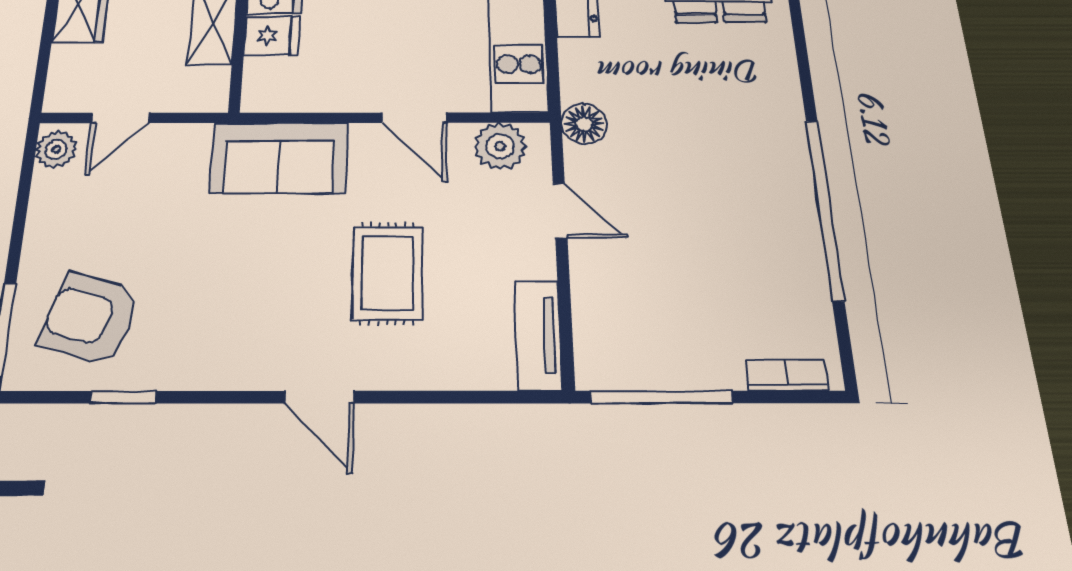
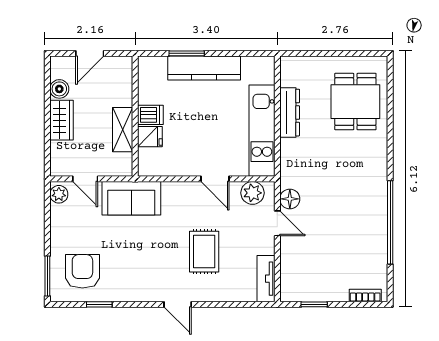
door: (120, 118) -> (85, 179), hinge flipped
floor lamp: (584, 124) -> (290, 199), moved
sofa: (279, 158) -> (131, 198), moved
armchair: (90, 318) -> (82, 271), turned 74
window: (662, 397) -> (314, 304), width x0.46

